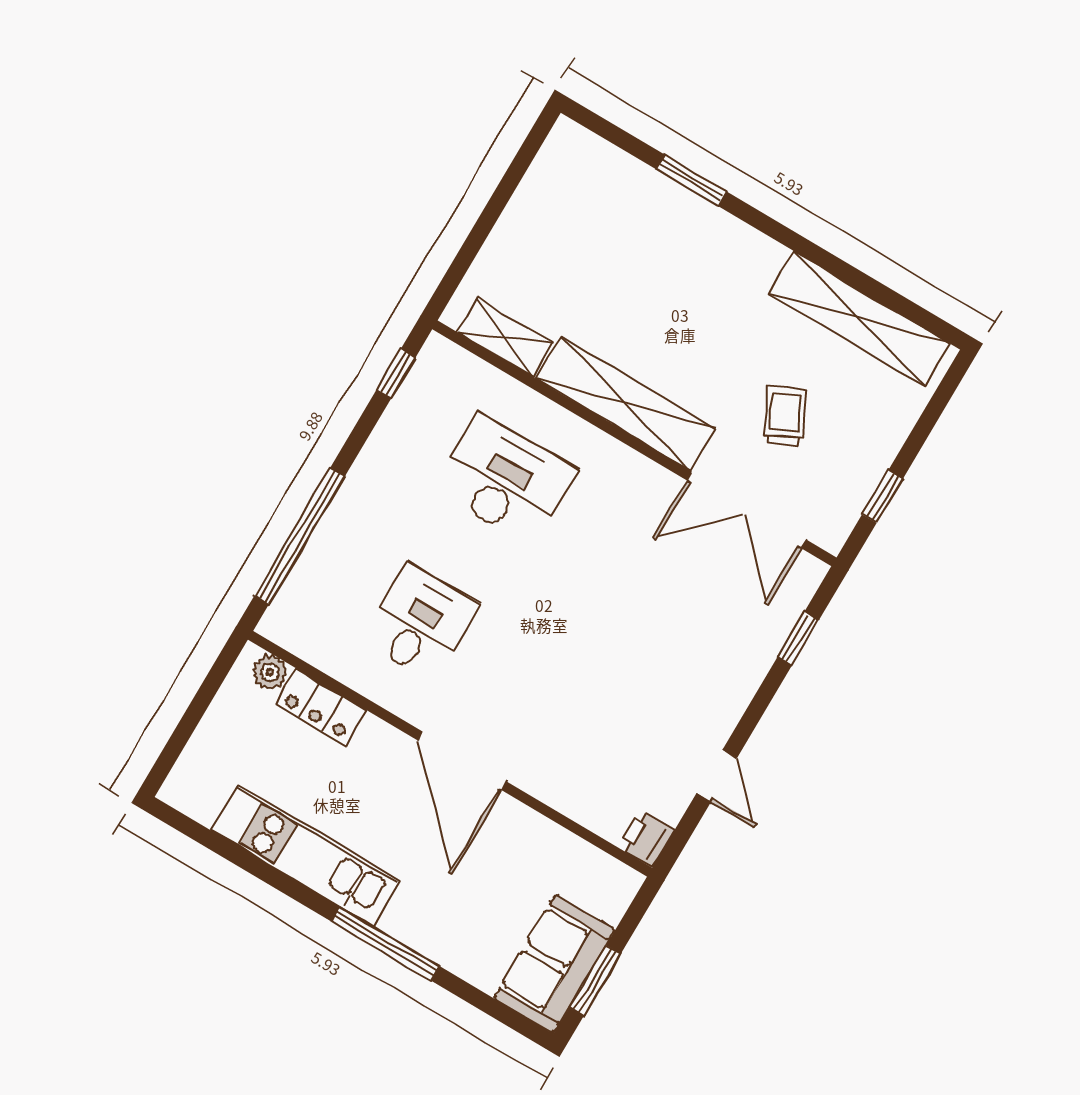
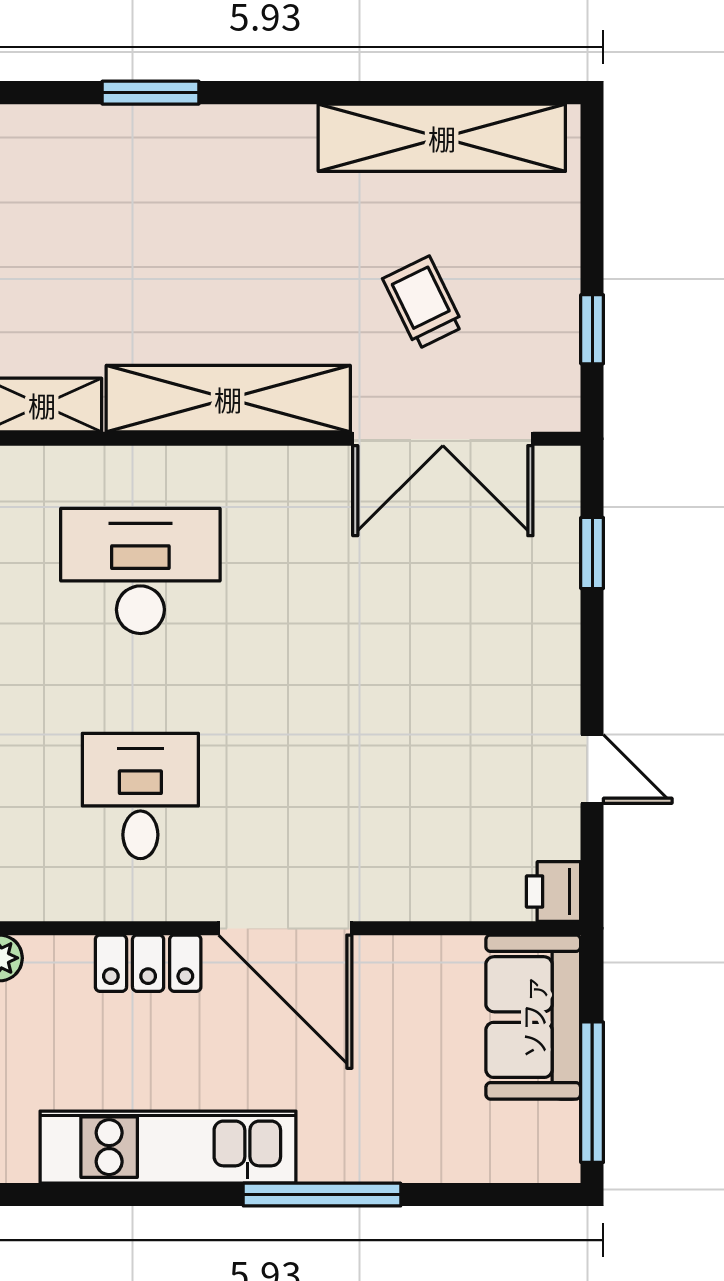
locker: (321, 707) -> (148, 963), moved
sofa: (554, 964) -> (533, 1017), moved
window: (595, 981) -> (592, 1092), width x1.44

